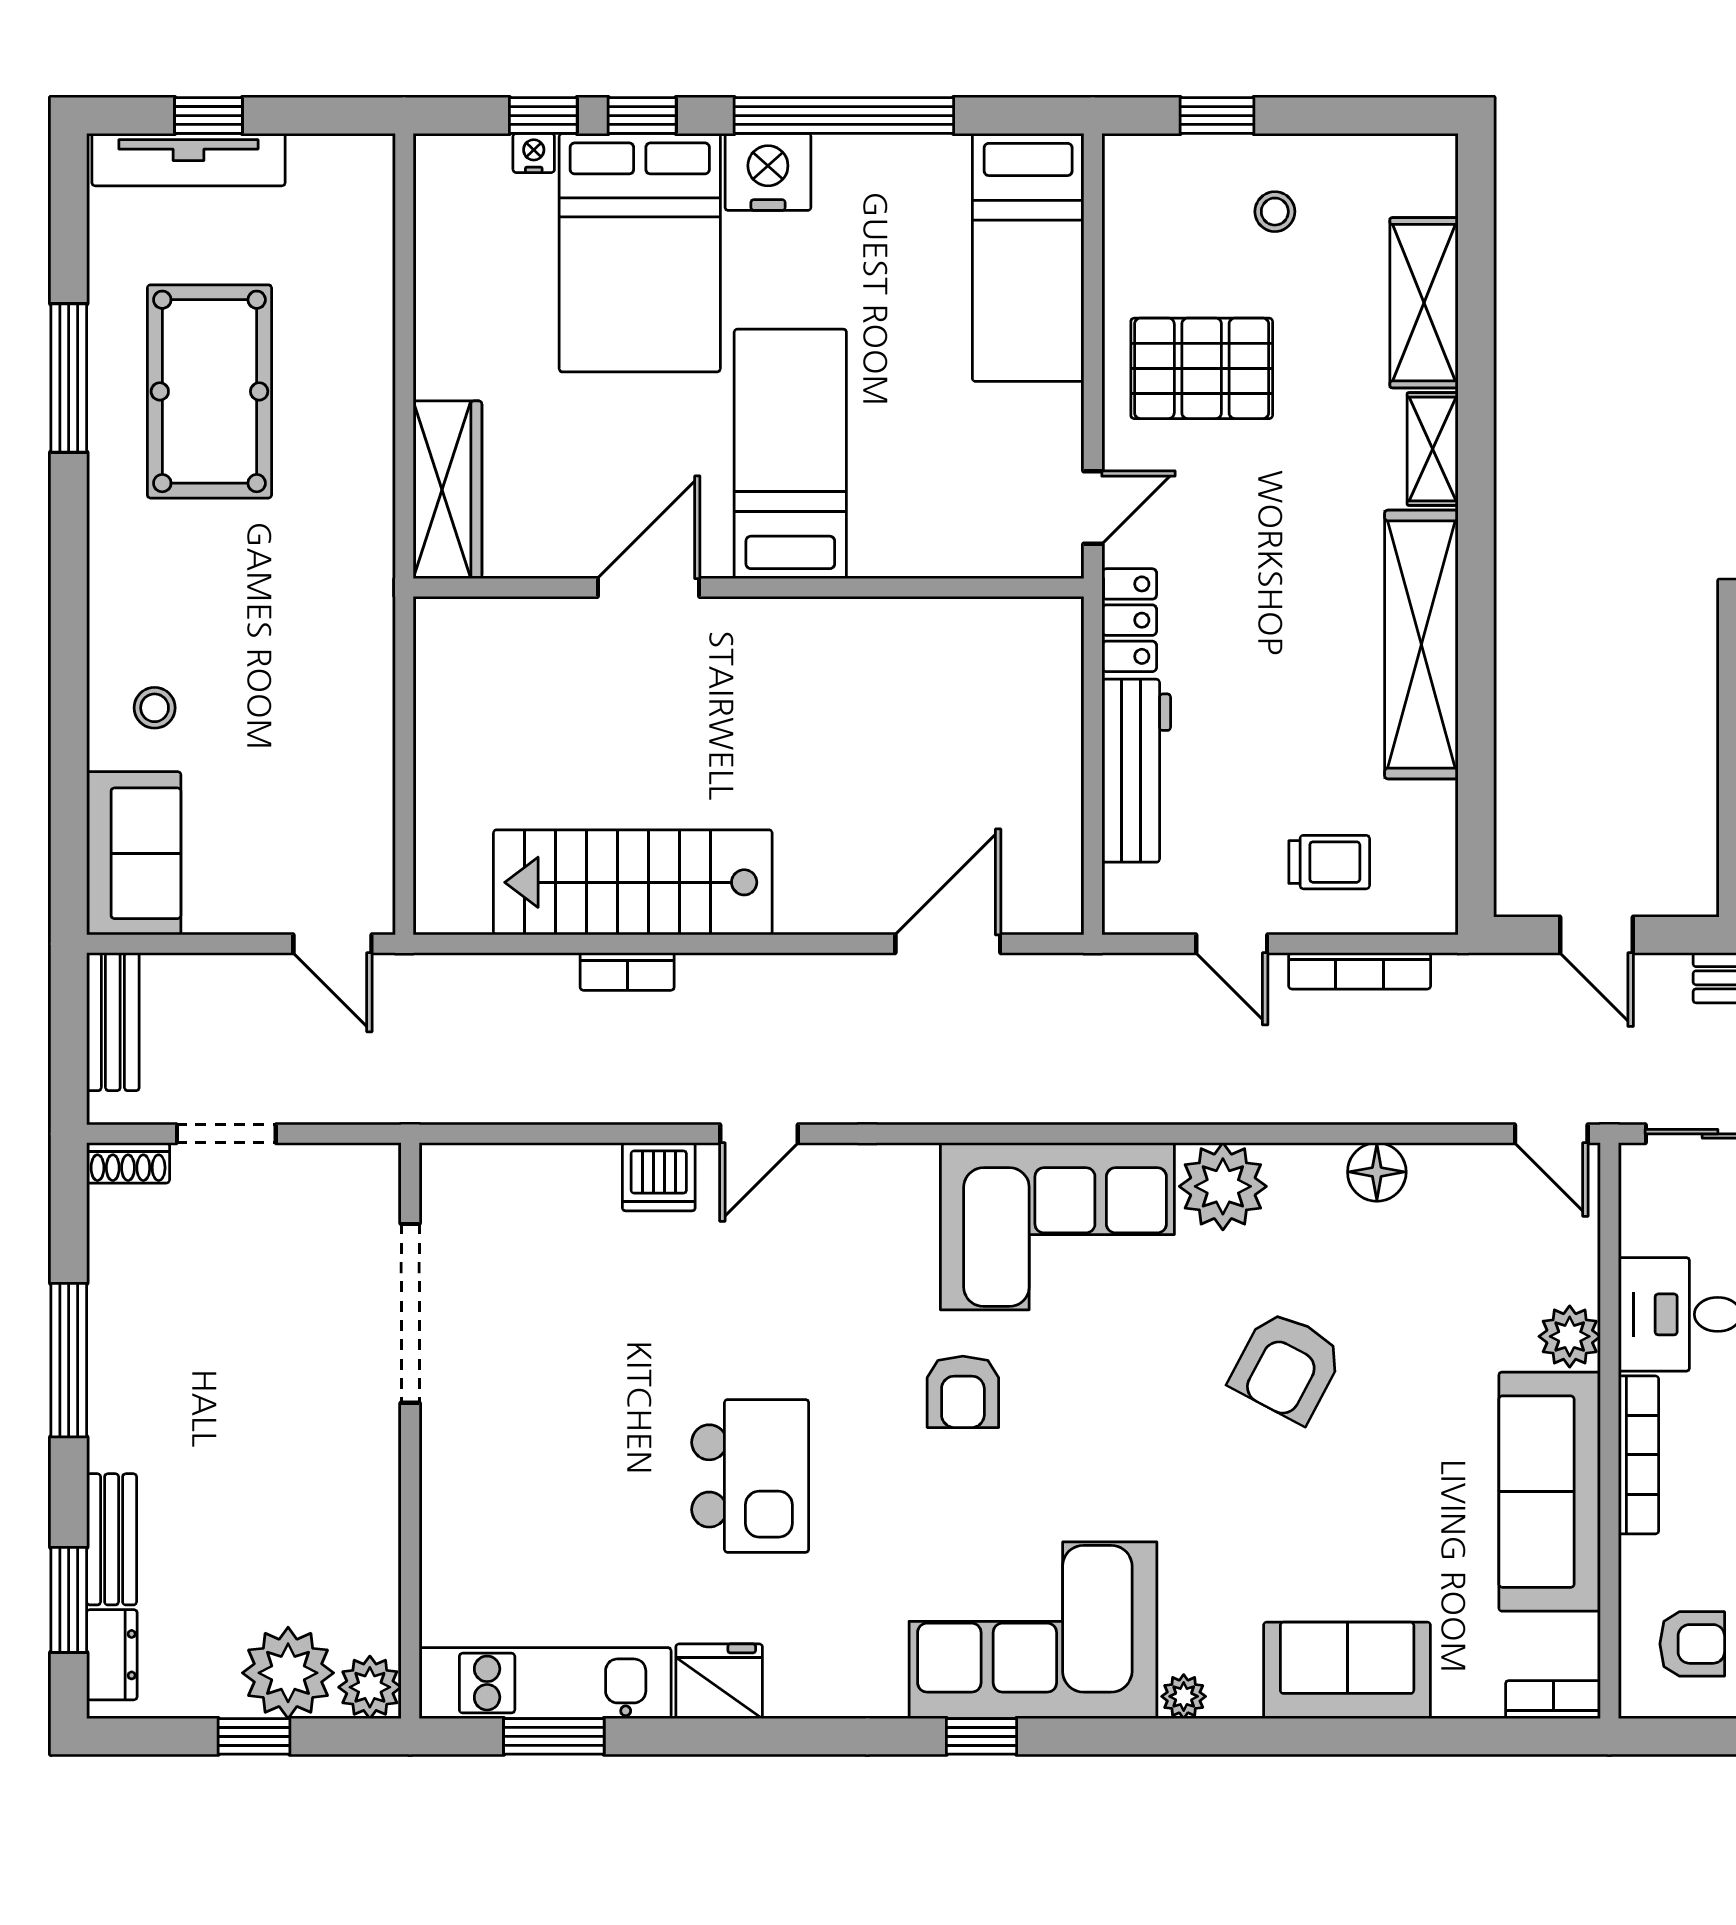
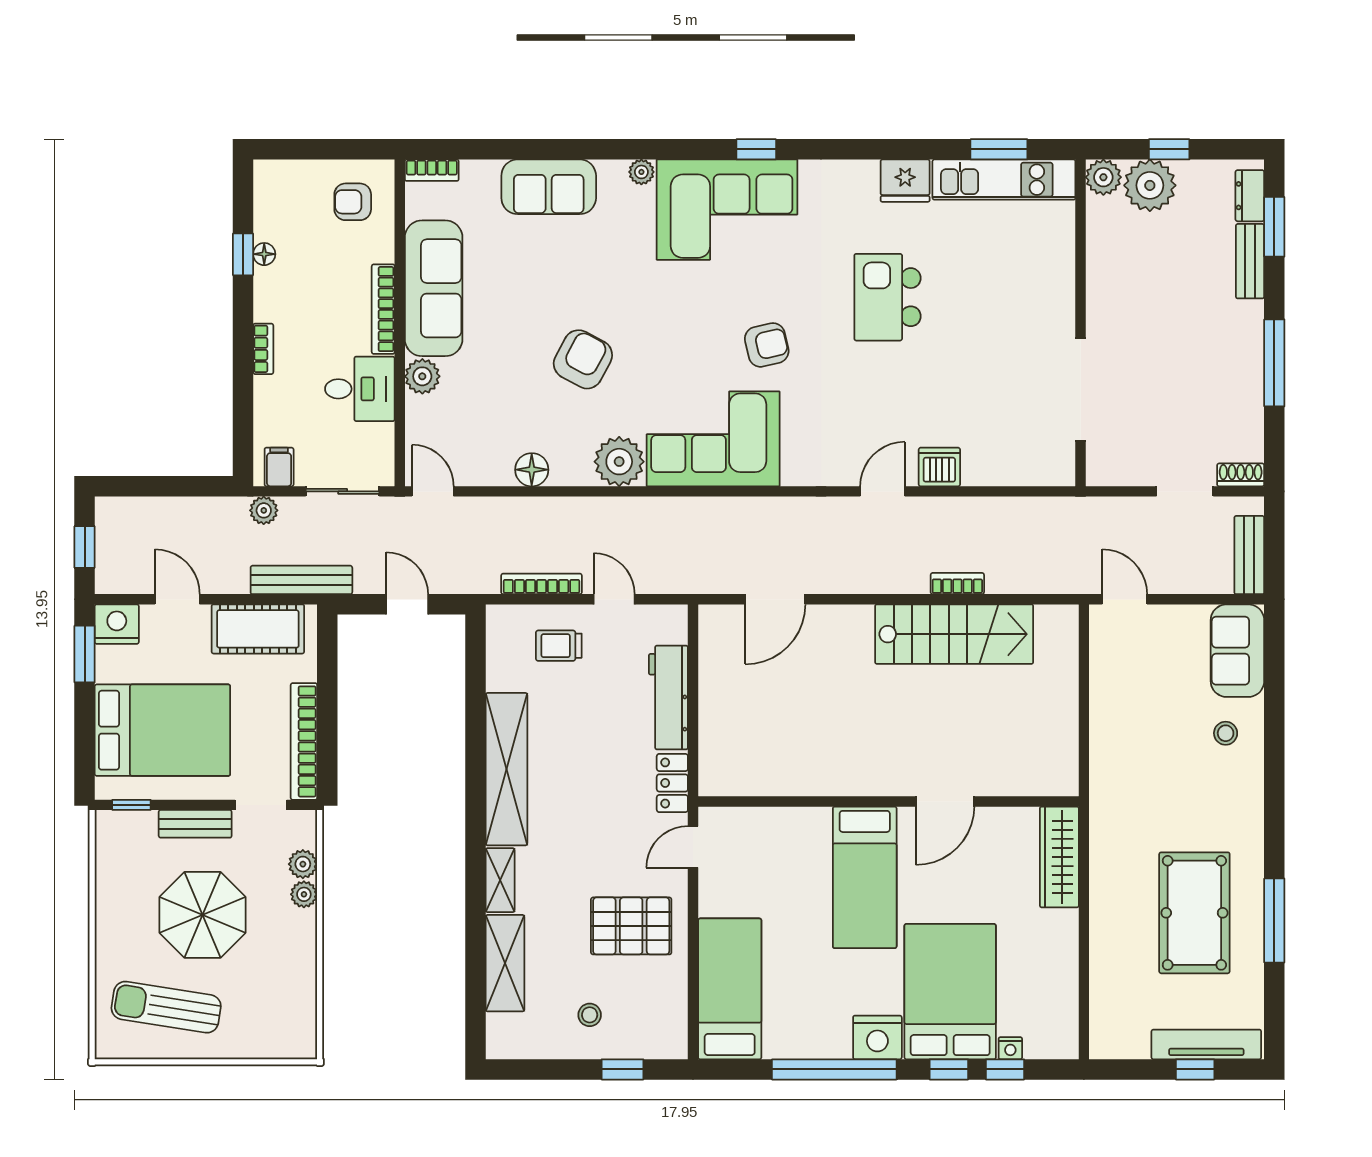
armchair: (963, 1392) -> (767, 345), turned 77

